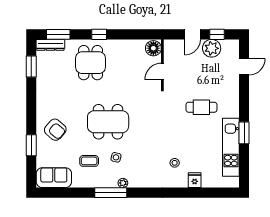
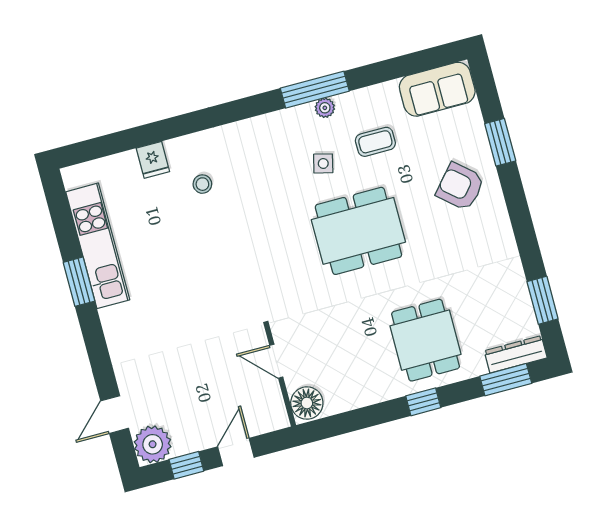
plant: (212, 48) -> (153, 444), moved
door: (162, 71) -> (276, 361), swing flipped
cafe table: (201, 107) -> (178, 310), removed
plant: (123, 183) -> (325, 108), moved

